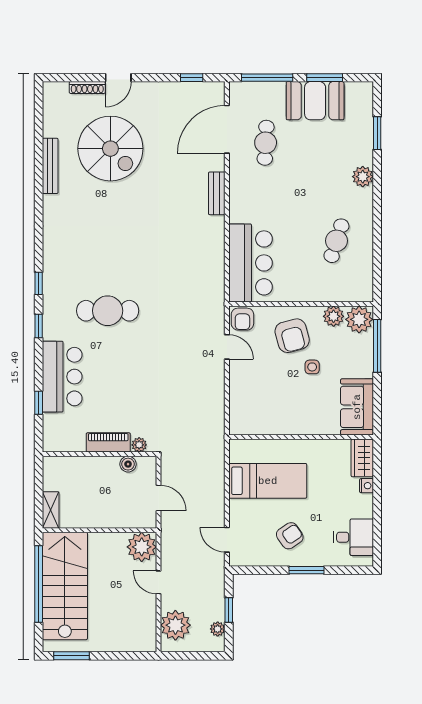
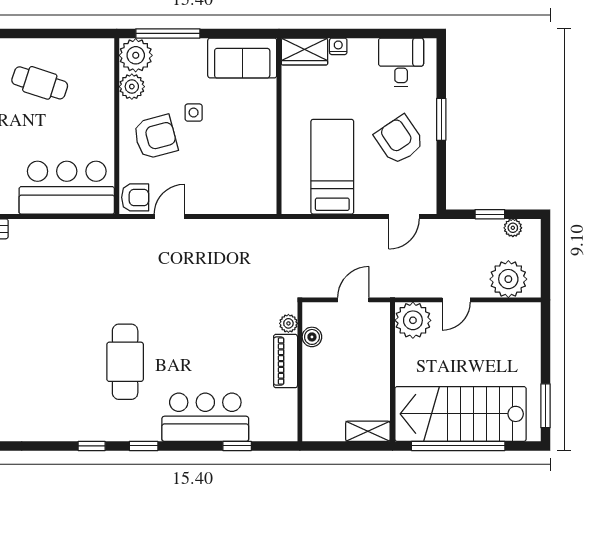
armchair: (290, 536) -> (399, 140), width x1.38, depth x1.38

